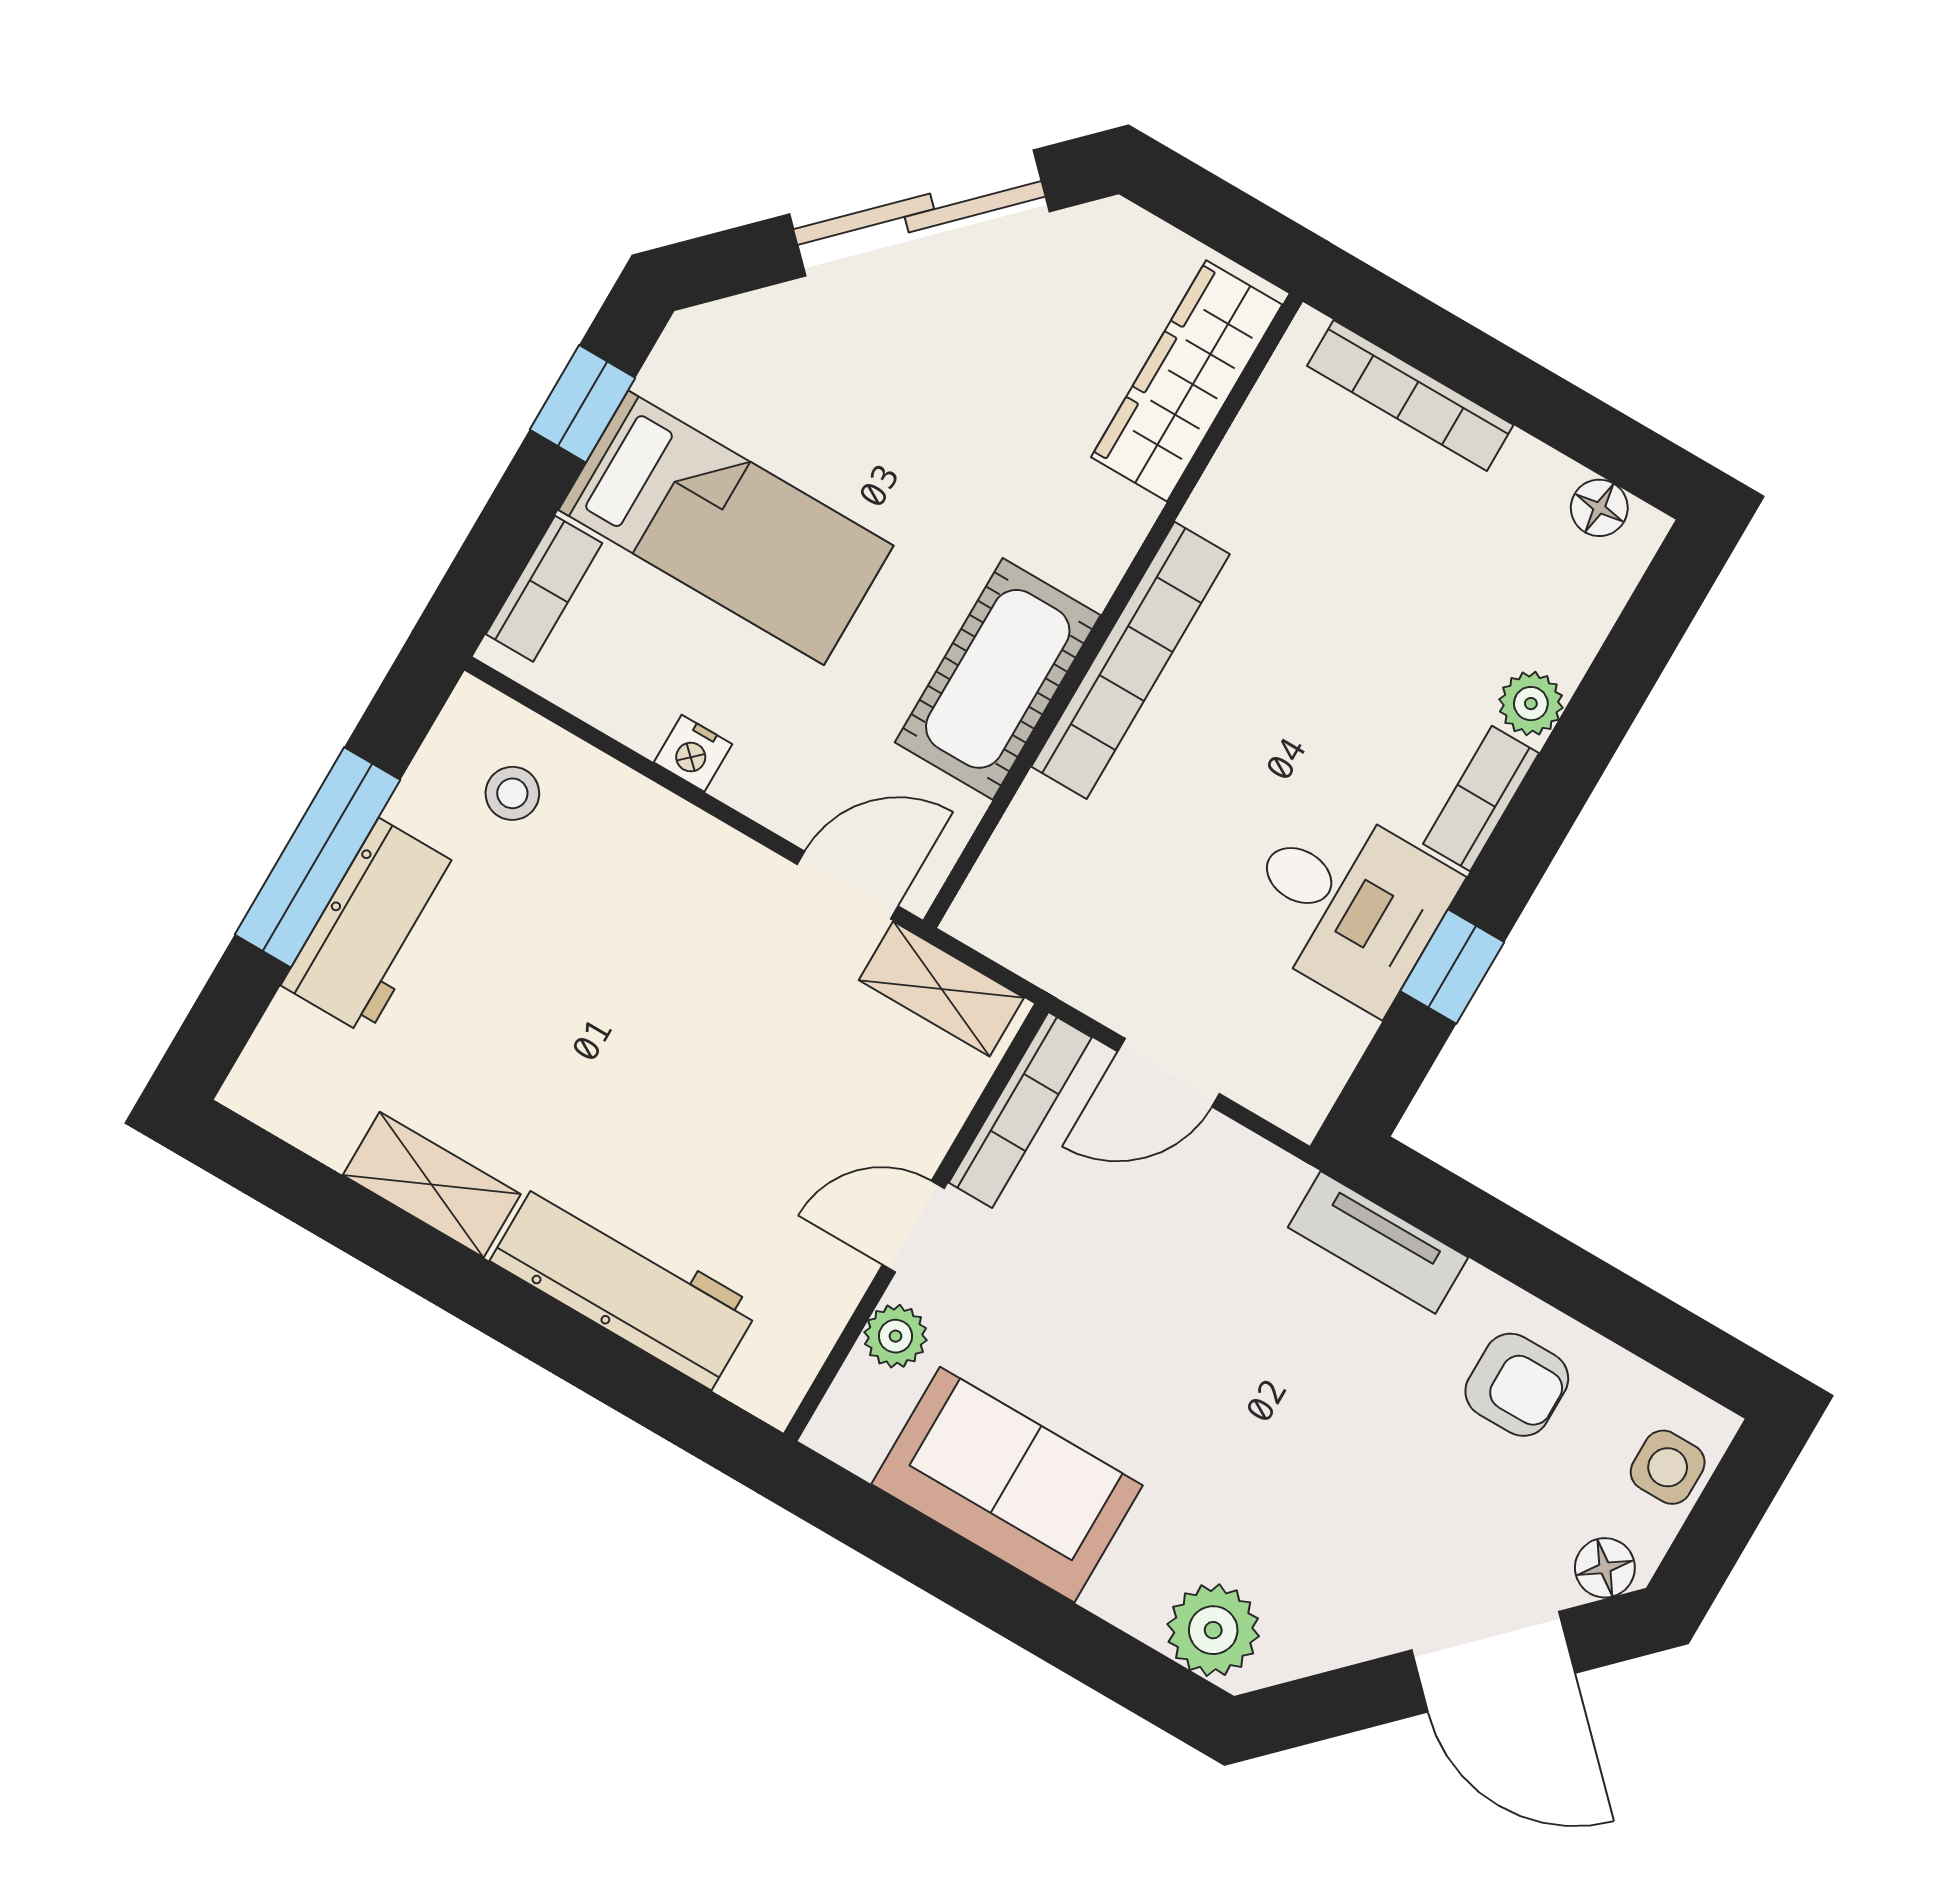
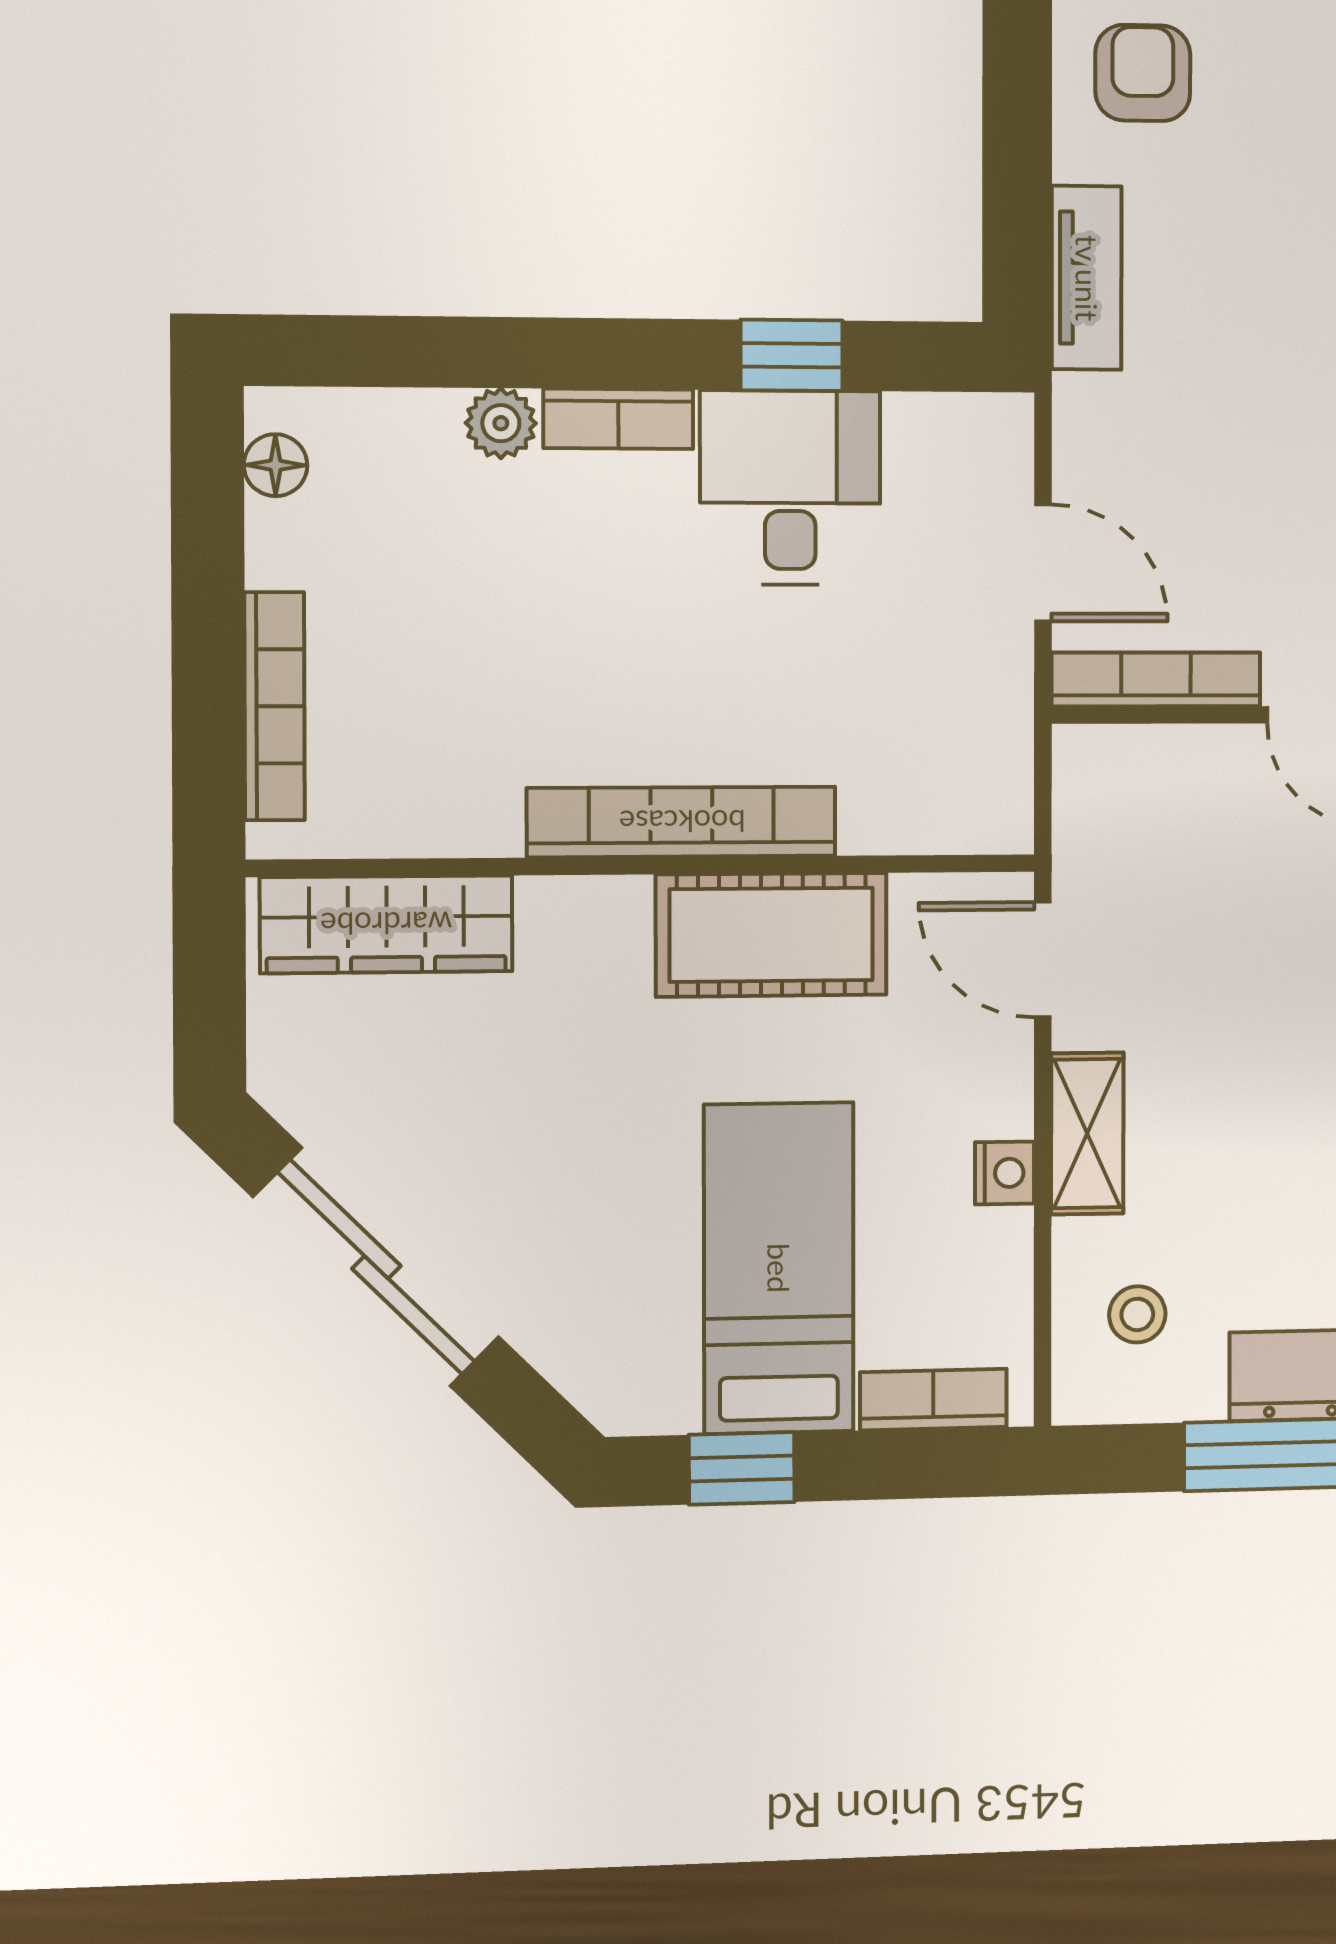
shelving: (941, 989) -> (1087, 1133), moved

